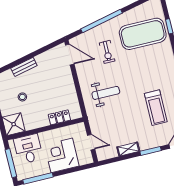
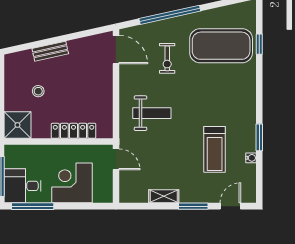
locker: (59, 117) -> (73, 131), width x1.53
door: (91, 142) -> (116, 159), moved
desk: (28, 149) -> (23, 186), moved, turned -90

